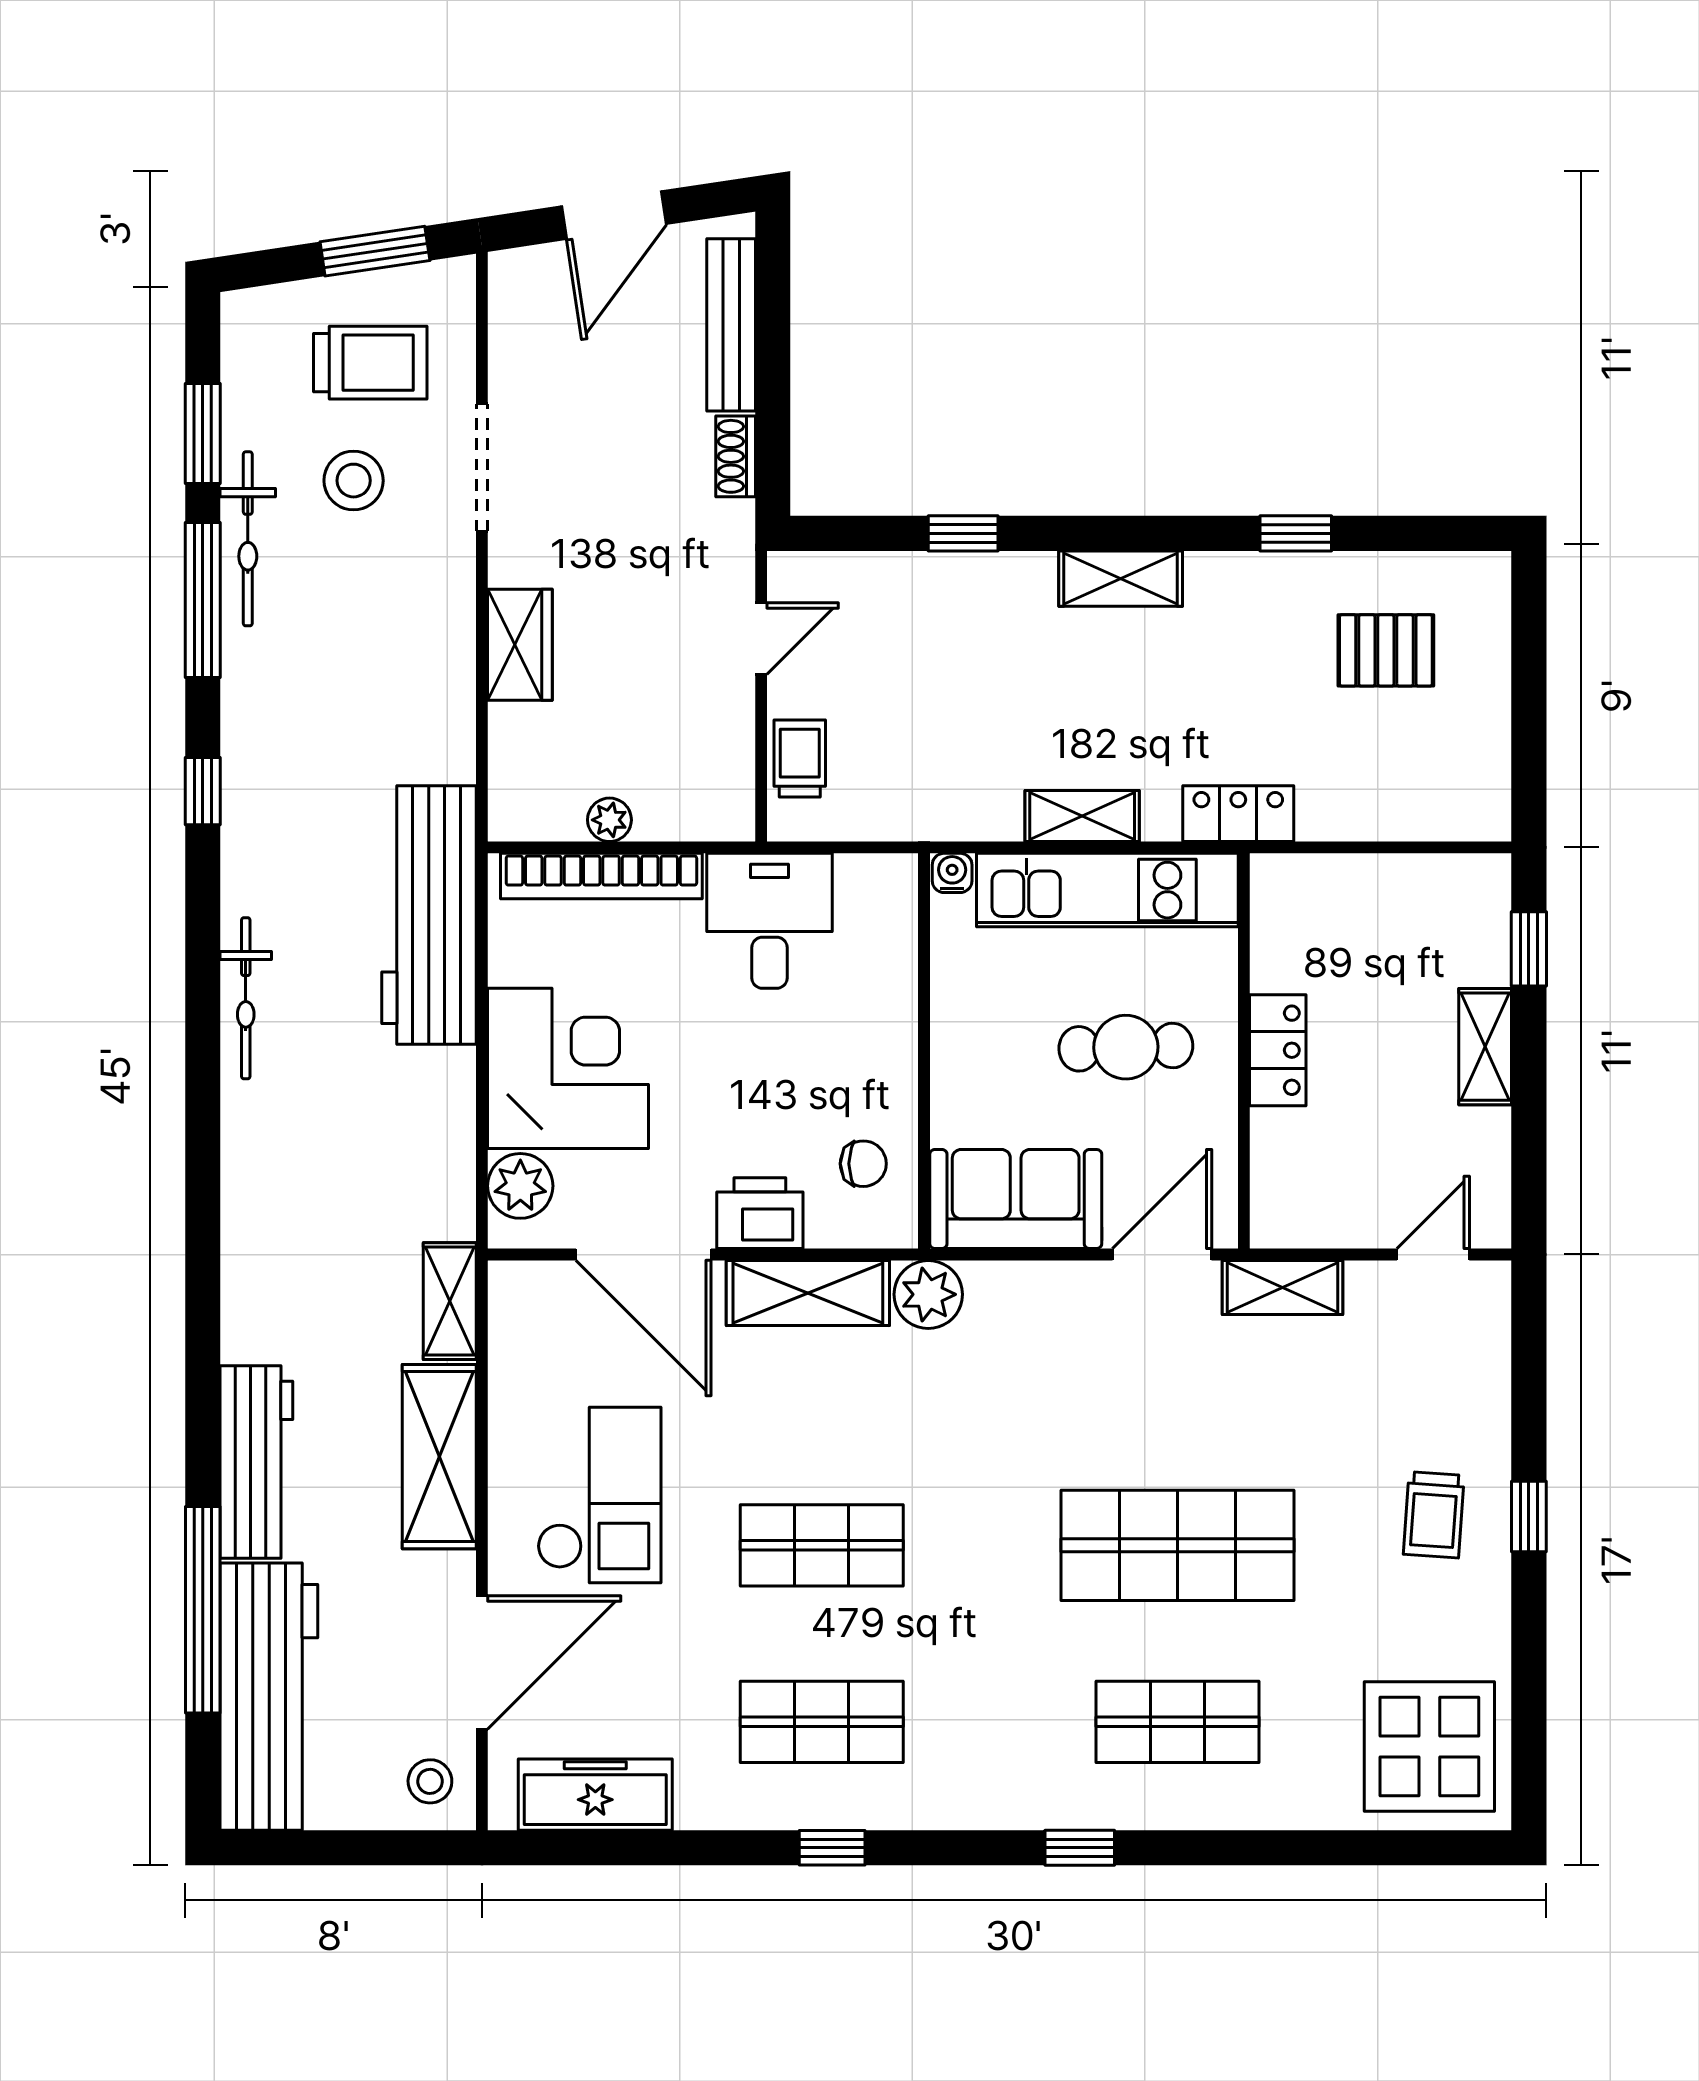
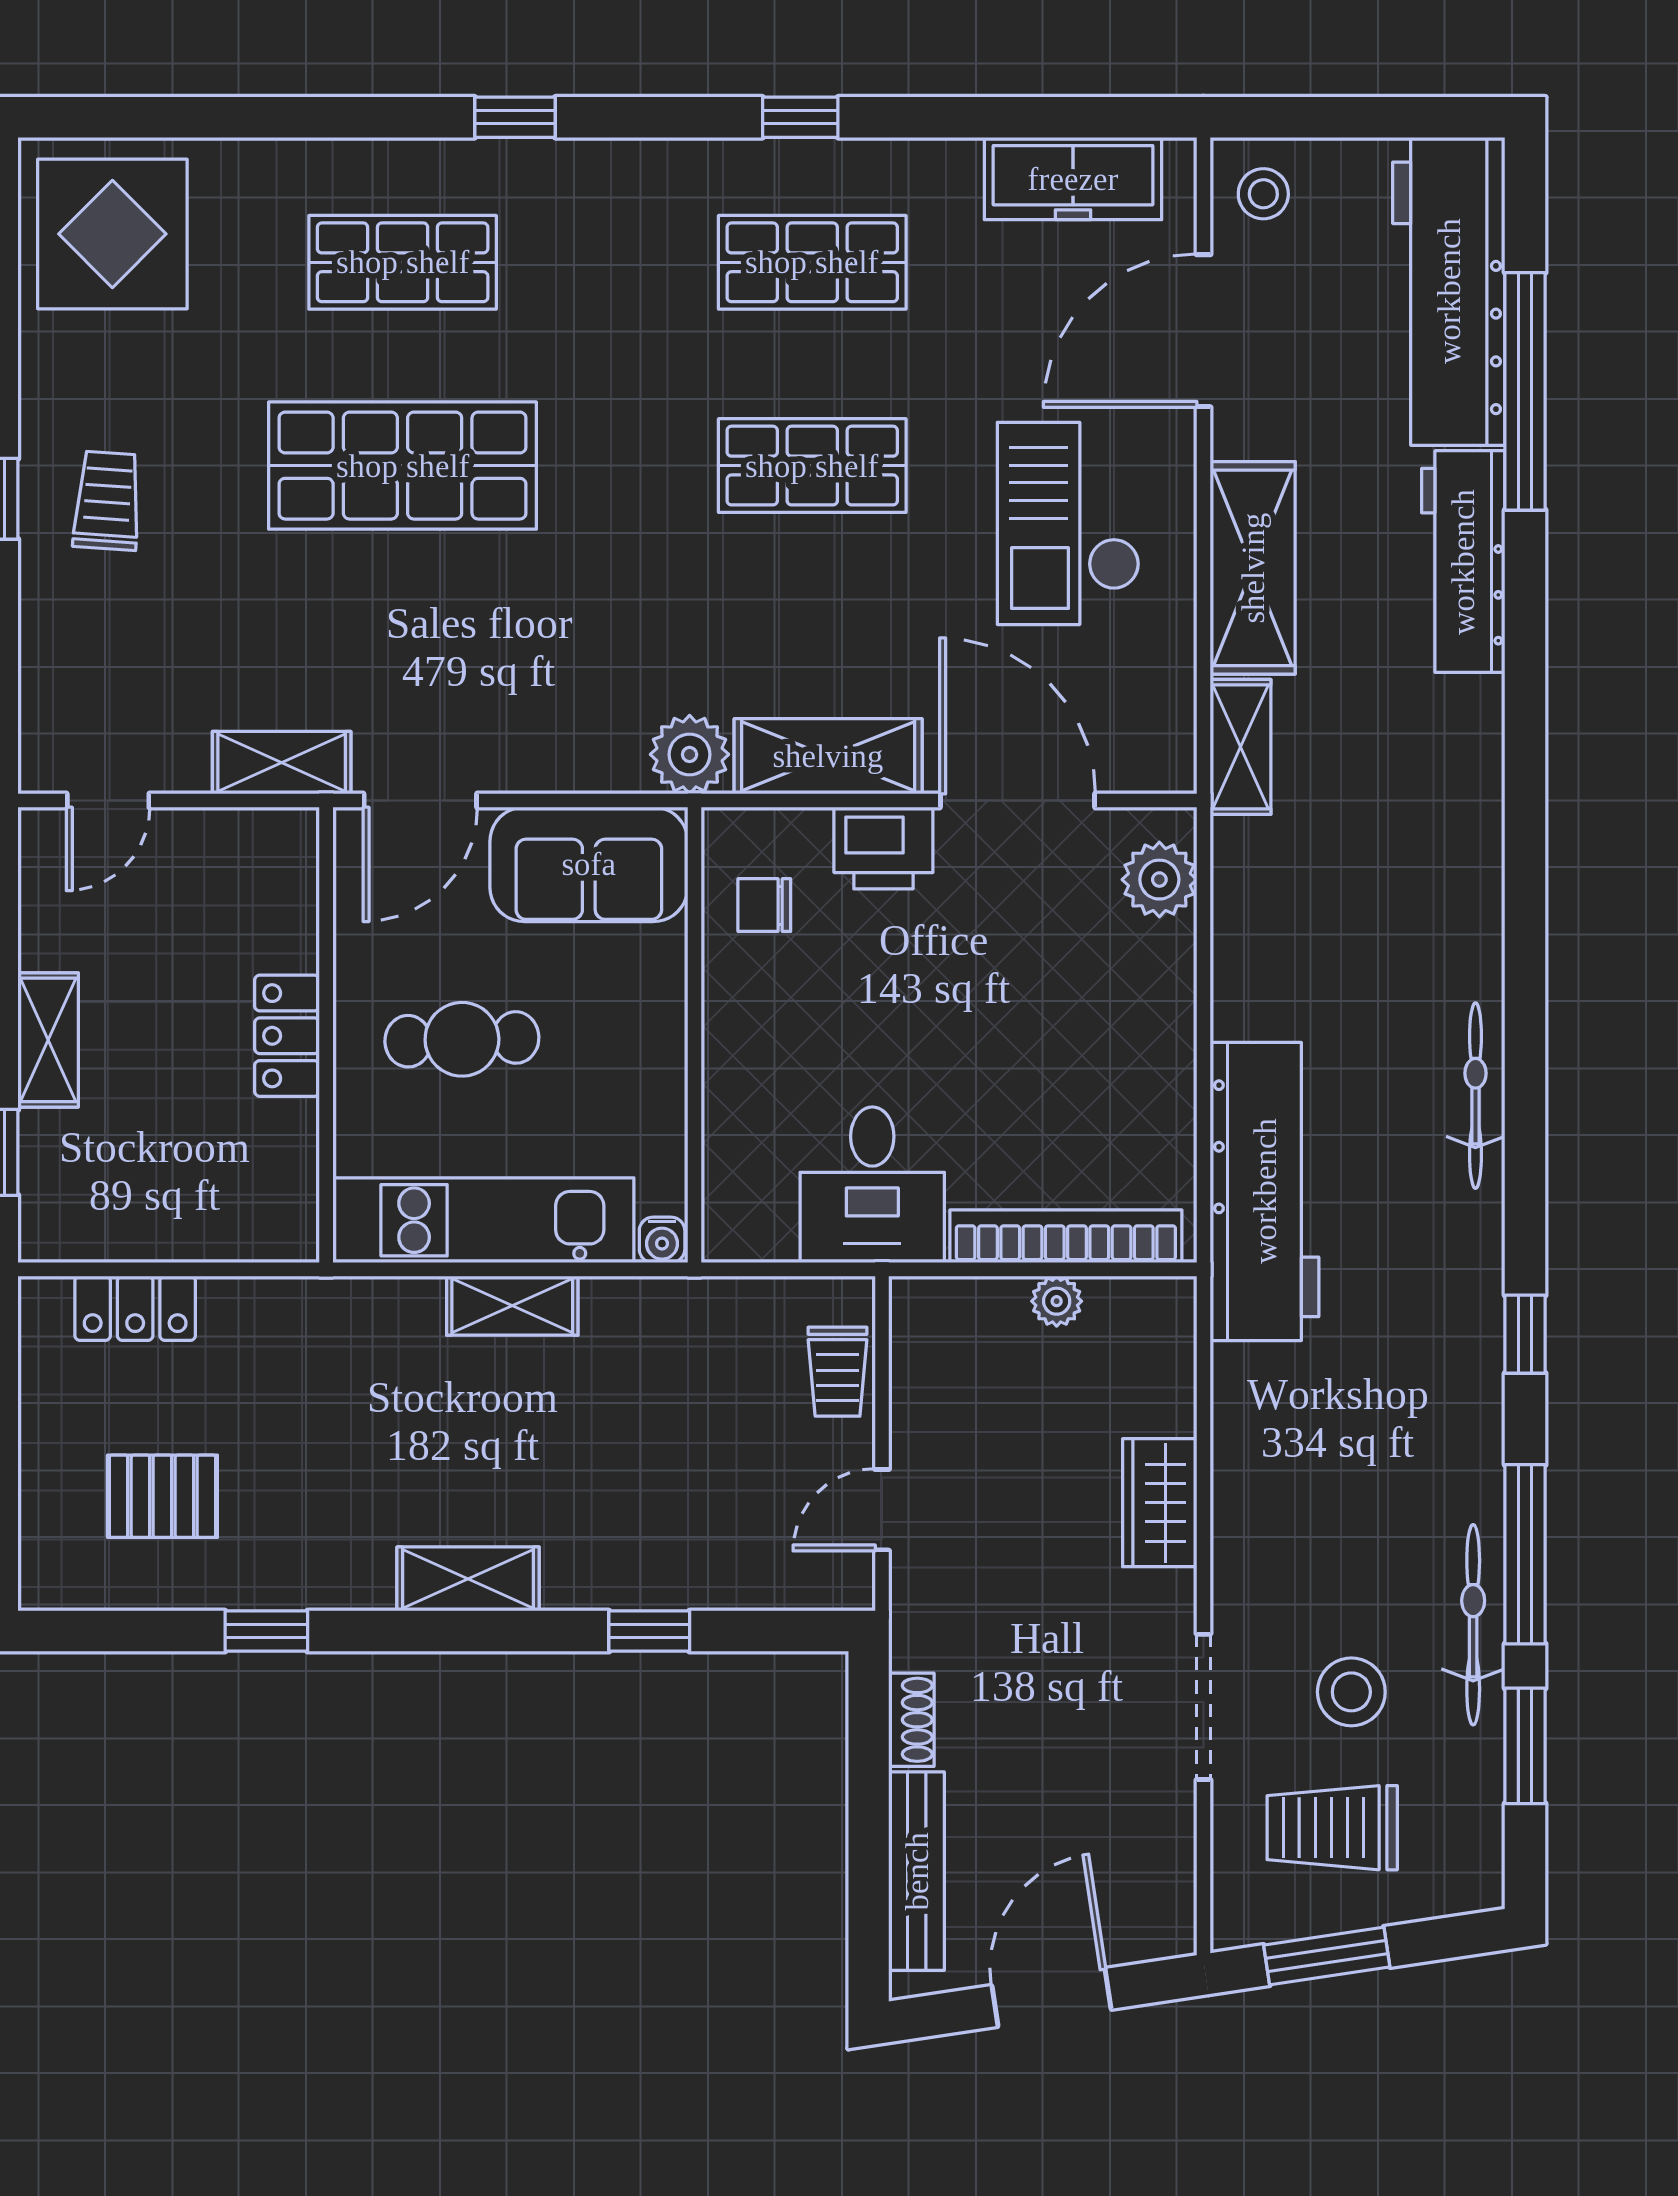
locker: (1238, 814) -> (135, 1308), moved
corner desk: (568, 1068) -> (1104, 1015), removed

